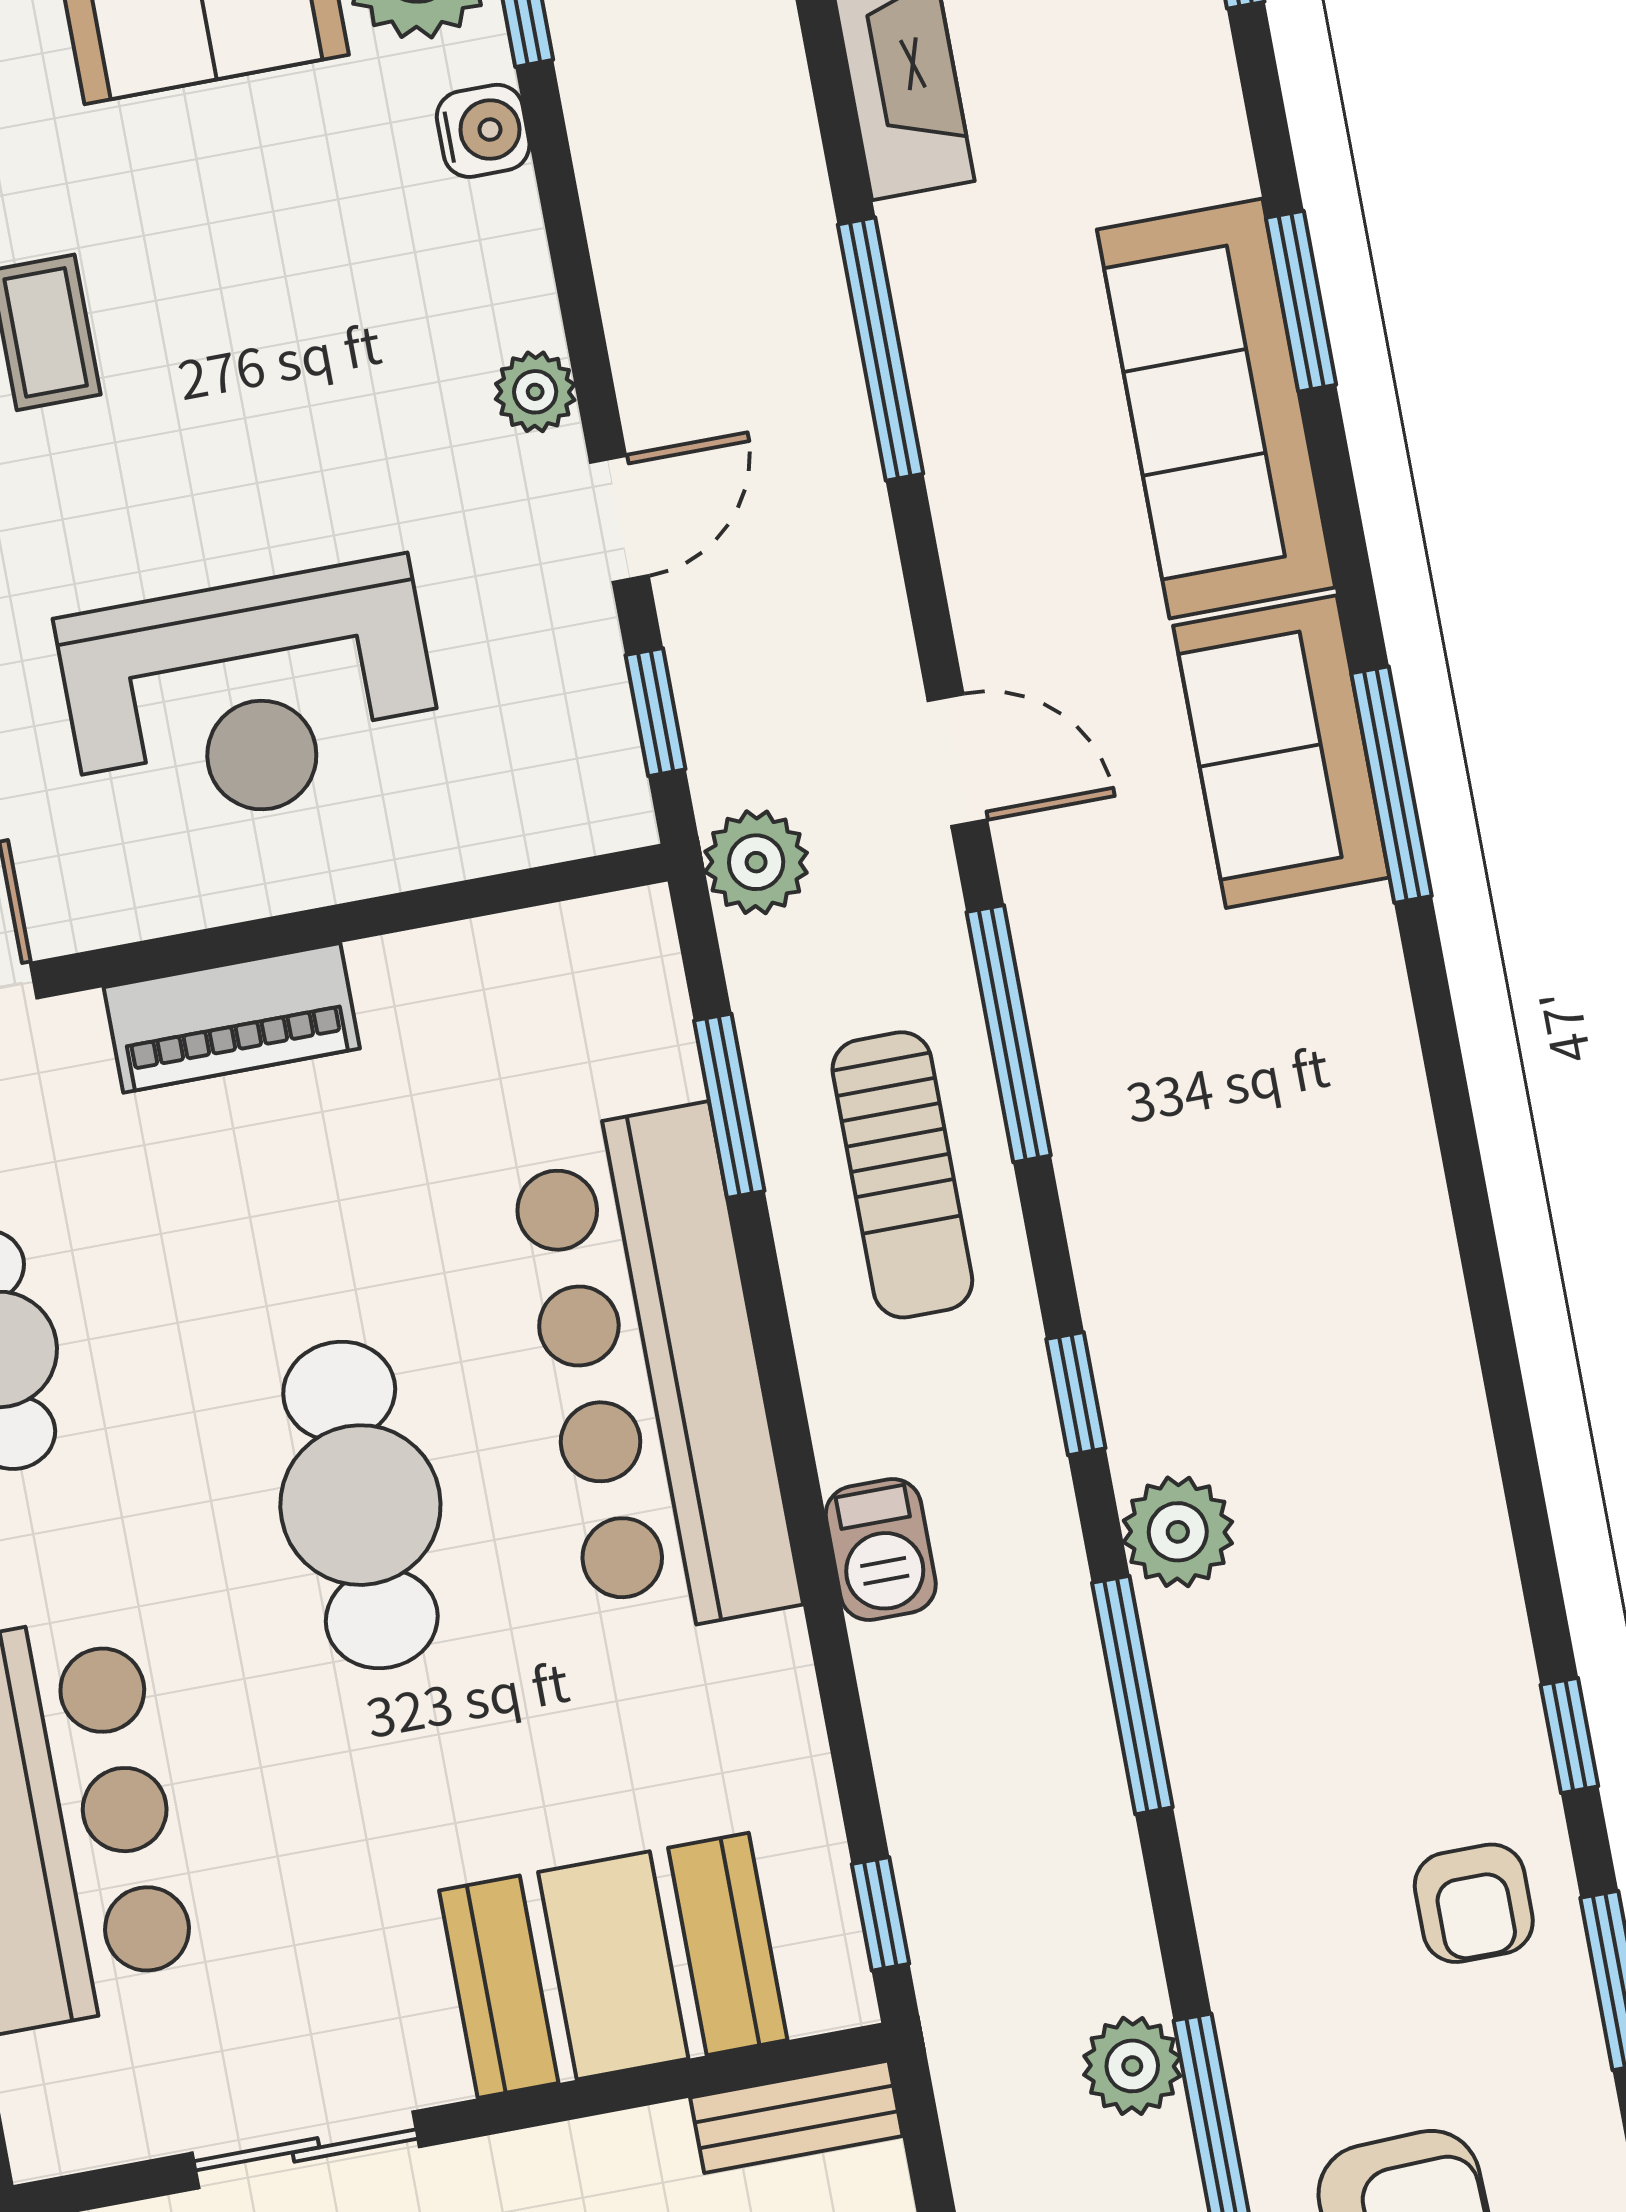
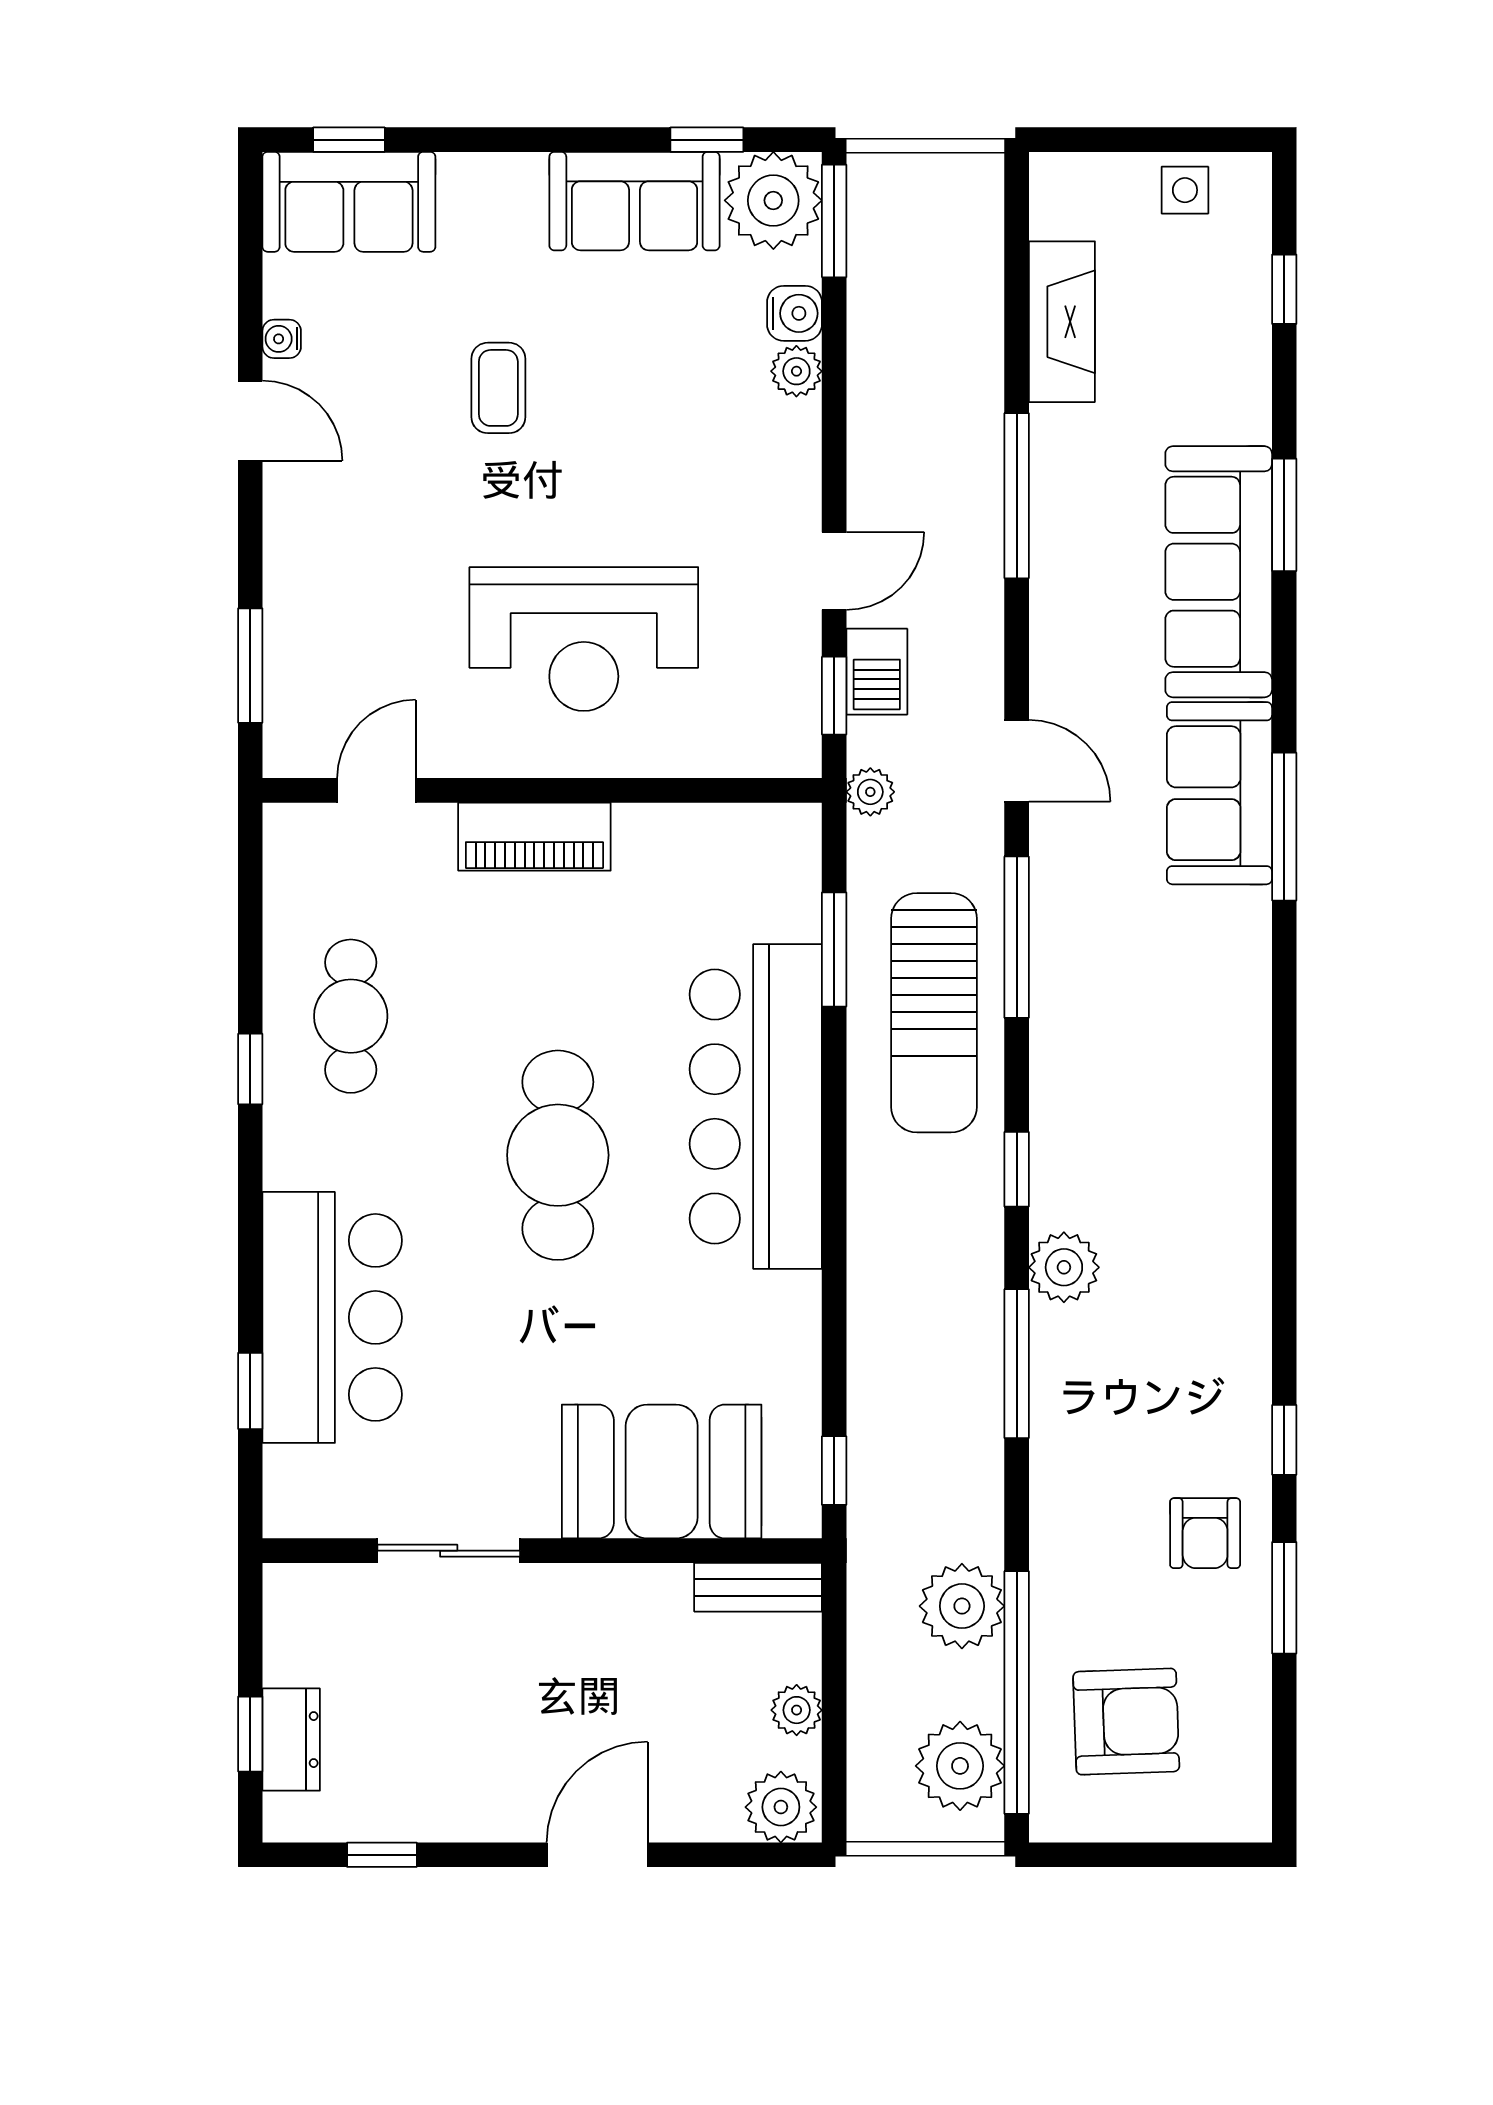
plant: (535, 392) -> (796, 371), moved
plant: (756, 862) -> (870, 792), width x0.73, depth x0.73
sun lounger: (902, 1175) -> (934, 1013), width x1.36, depth x1.34
barbecue: (881, 1550) -> (877, 672), moved
plant: (1132, 2066) -> (962, 1606), width x1.36, depth x1.36

